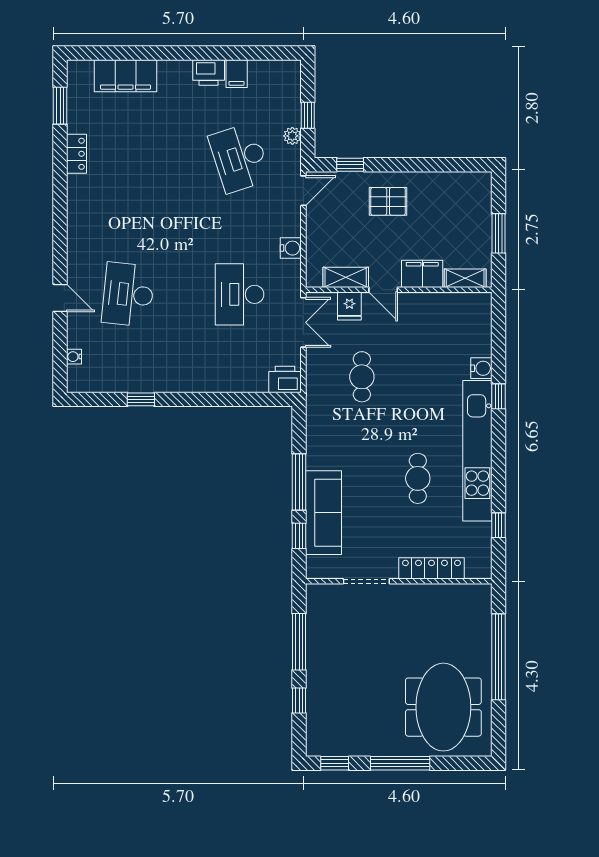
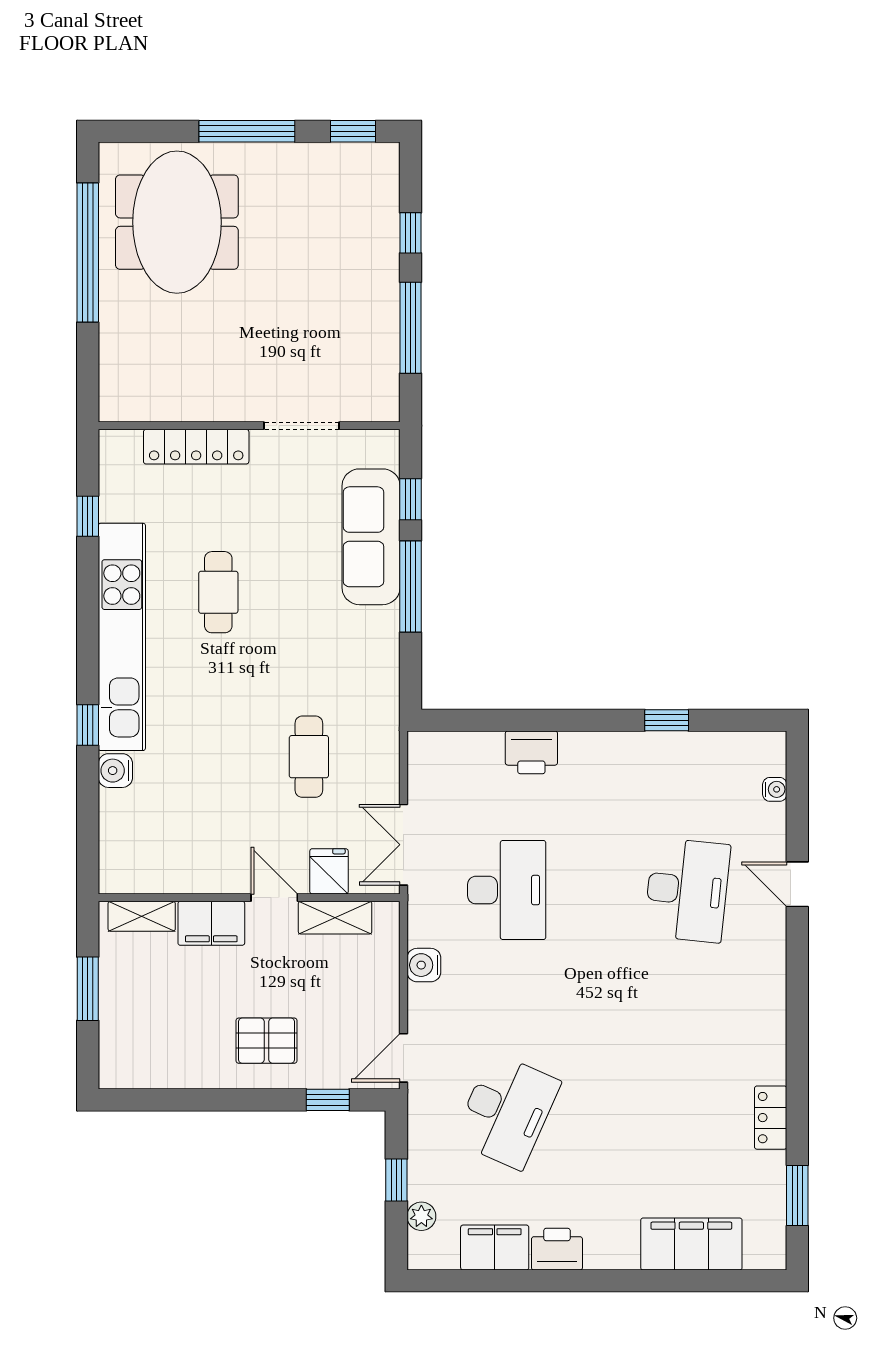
filing cabinet: (237, 74) -> (495, 1248), width x2.00
plant: (292, 136) -> (421, 1216), moved
desk: (240, 158) -> (507, 1111), turned 42
printer: (285, 379) -> (531, 752), moved
window: (499, 657) -> (88, 252), moved

